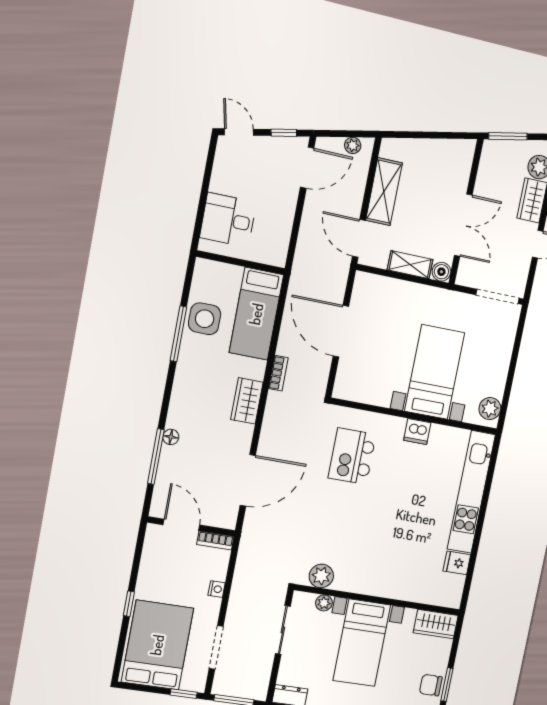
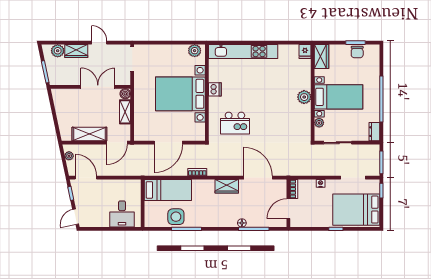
bed with nightstands: (435, 372) -> (180, 94), width x1.36
wardrobe: (247, 401) -> (227, 186), moved
fridge: (457, 563) -> (305, 51), moved
plant: (321, 576) -> (304, 97), moved

